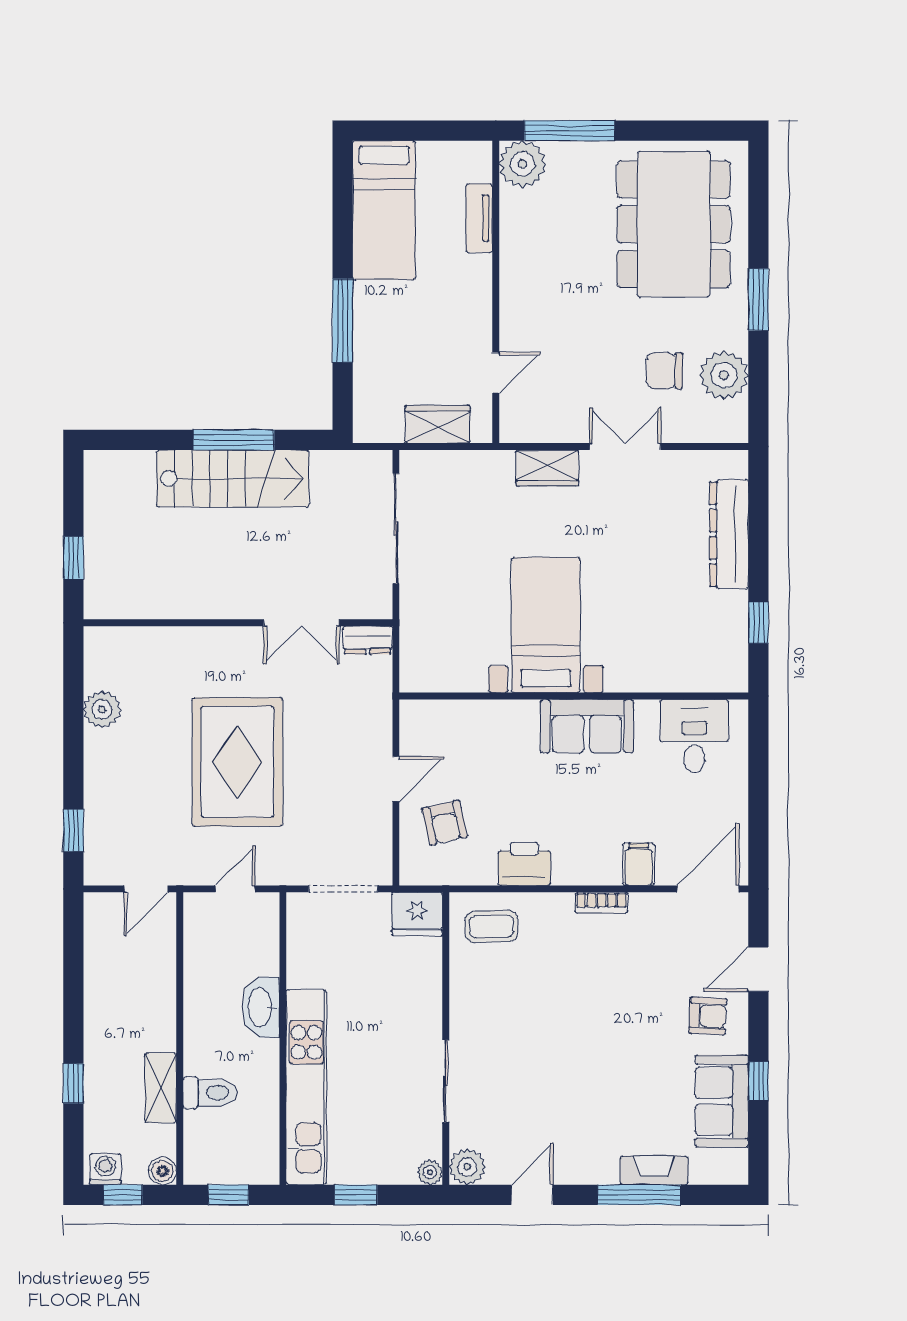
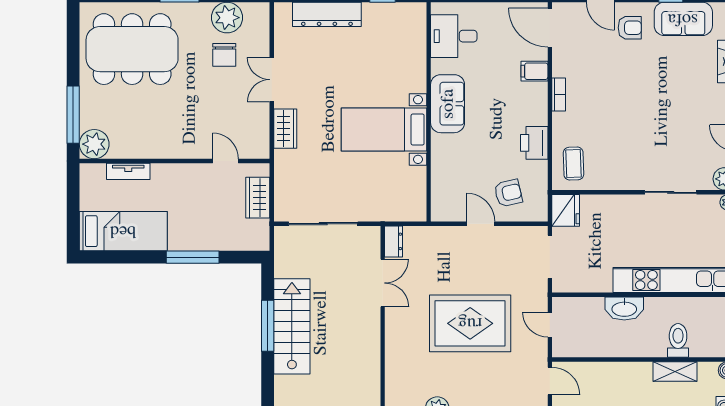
armchair: (708, 1016) -> (630, 28), turned 87

